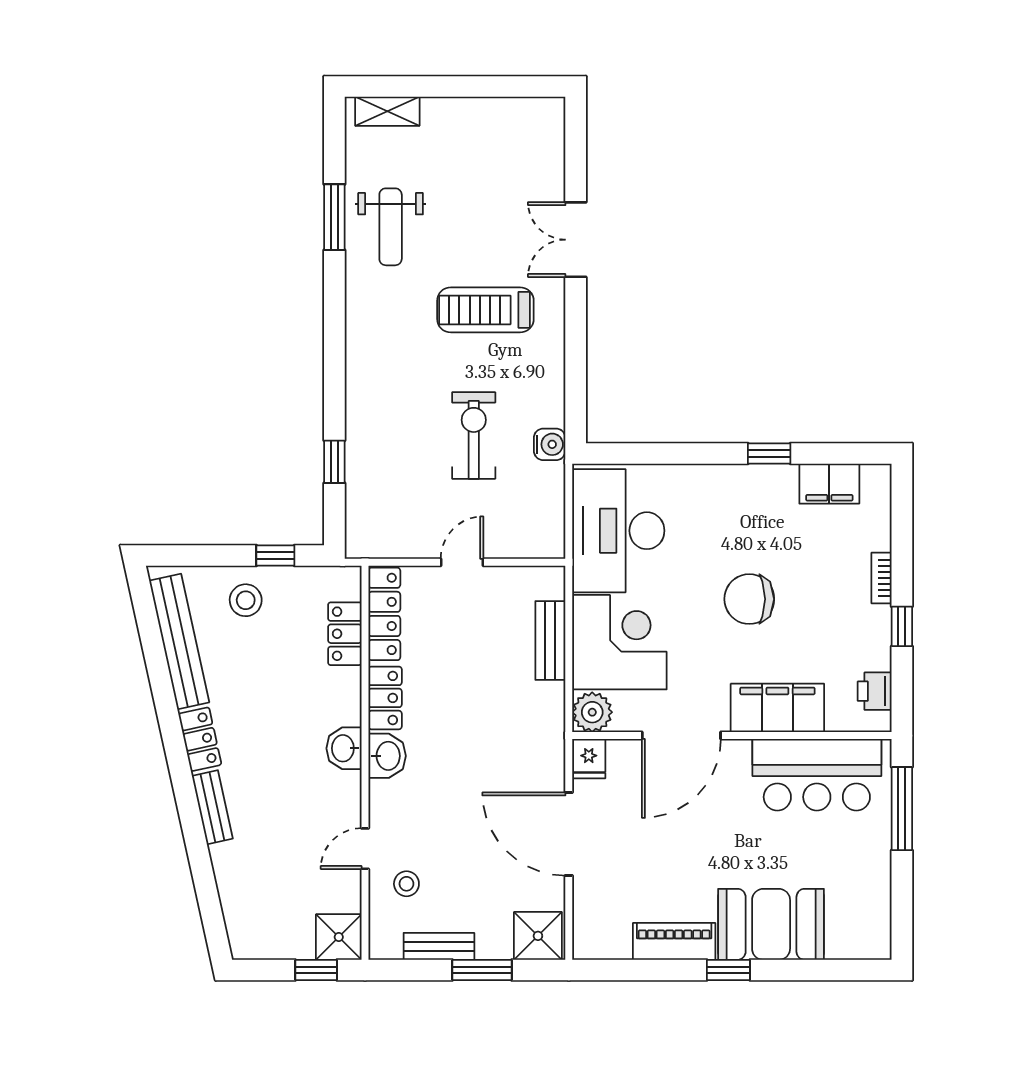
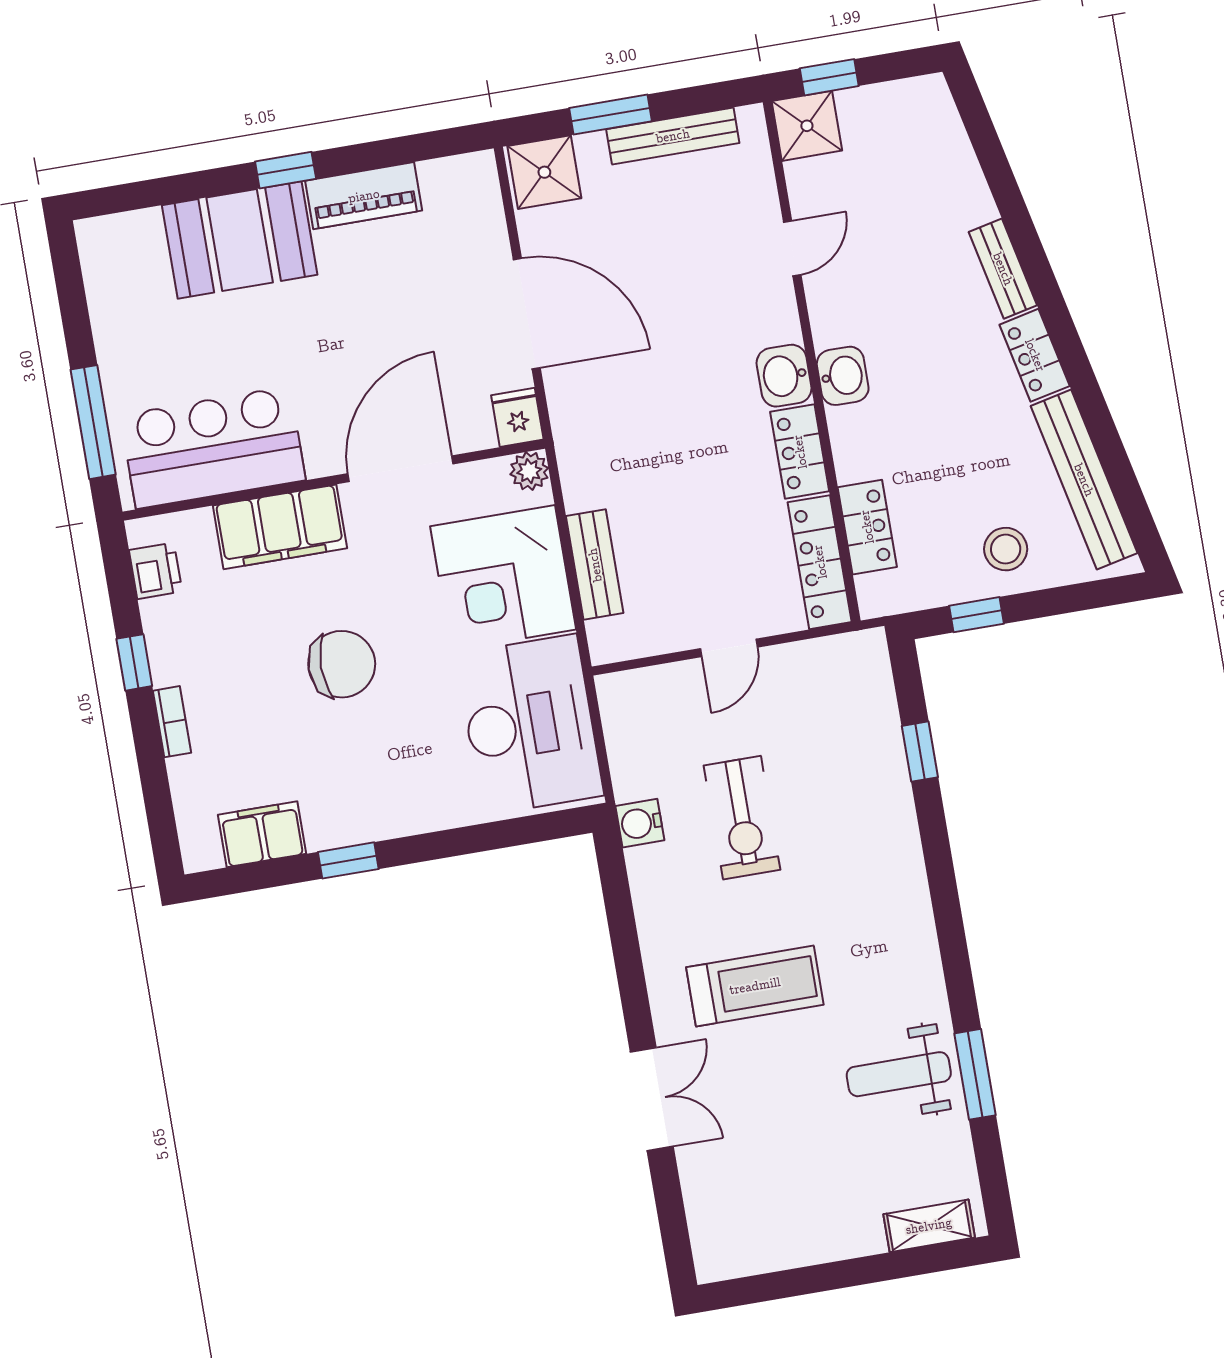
weight bench: (391, 227) -> (899, 1074), turned -90
plant: (592, 712) -> (529, 471), width x0.73, depth x0.73
stool: (406, 884) -> (730, 211), removed
bench: (439, 946) -> (673, 136), width x1.36

